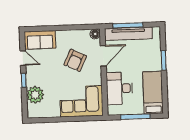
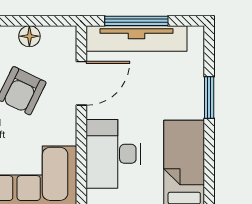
floor lamp: (95, 34) -> (29, 36), moved

